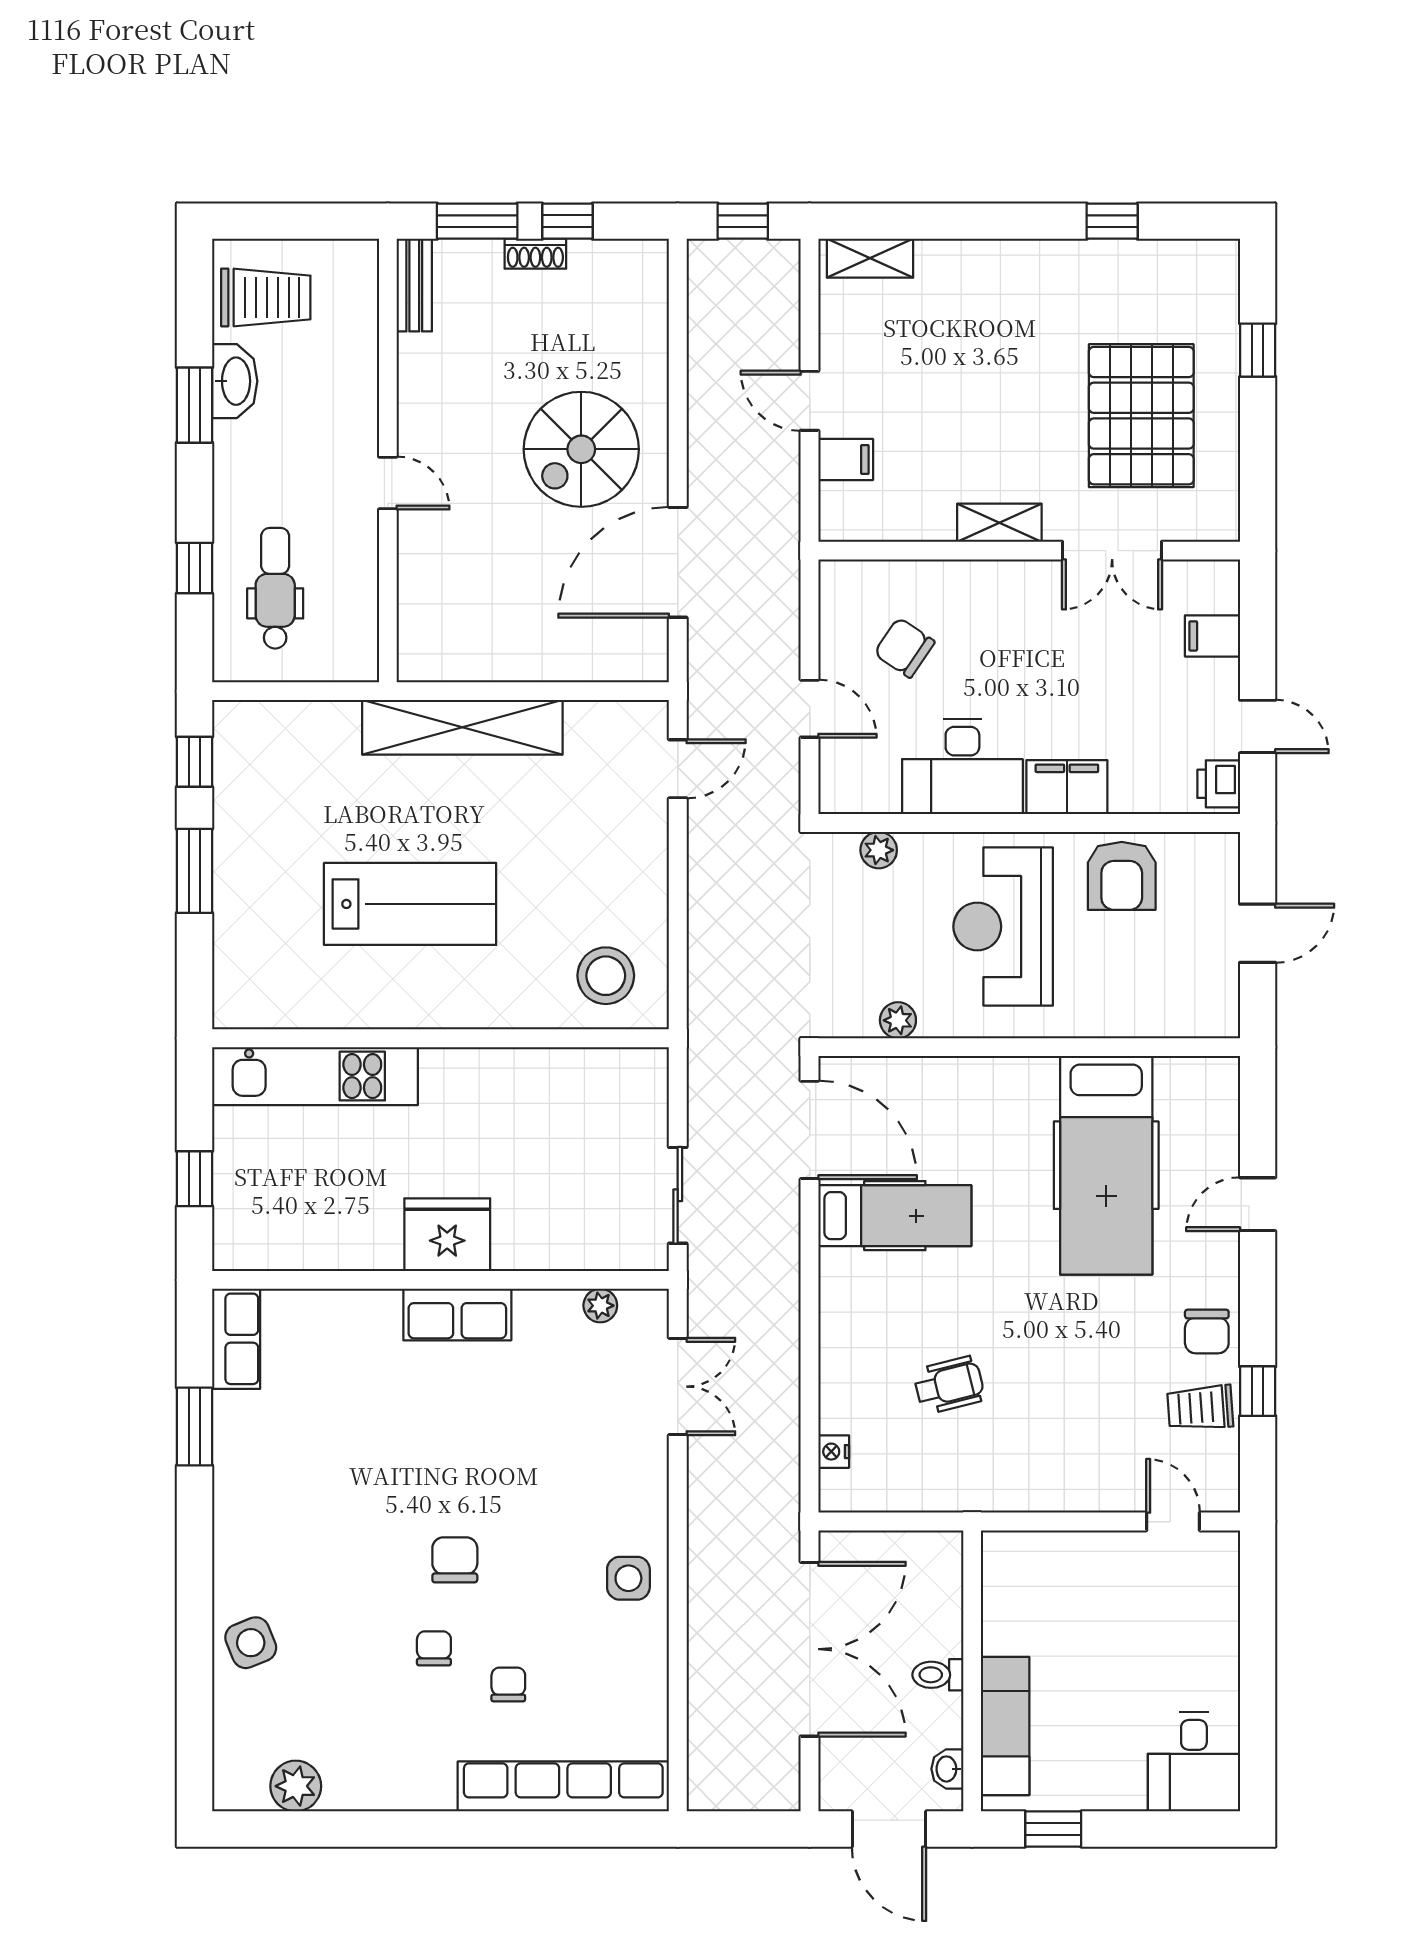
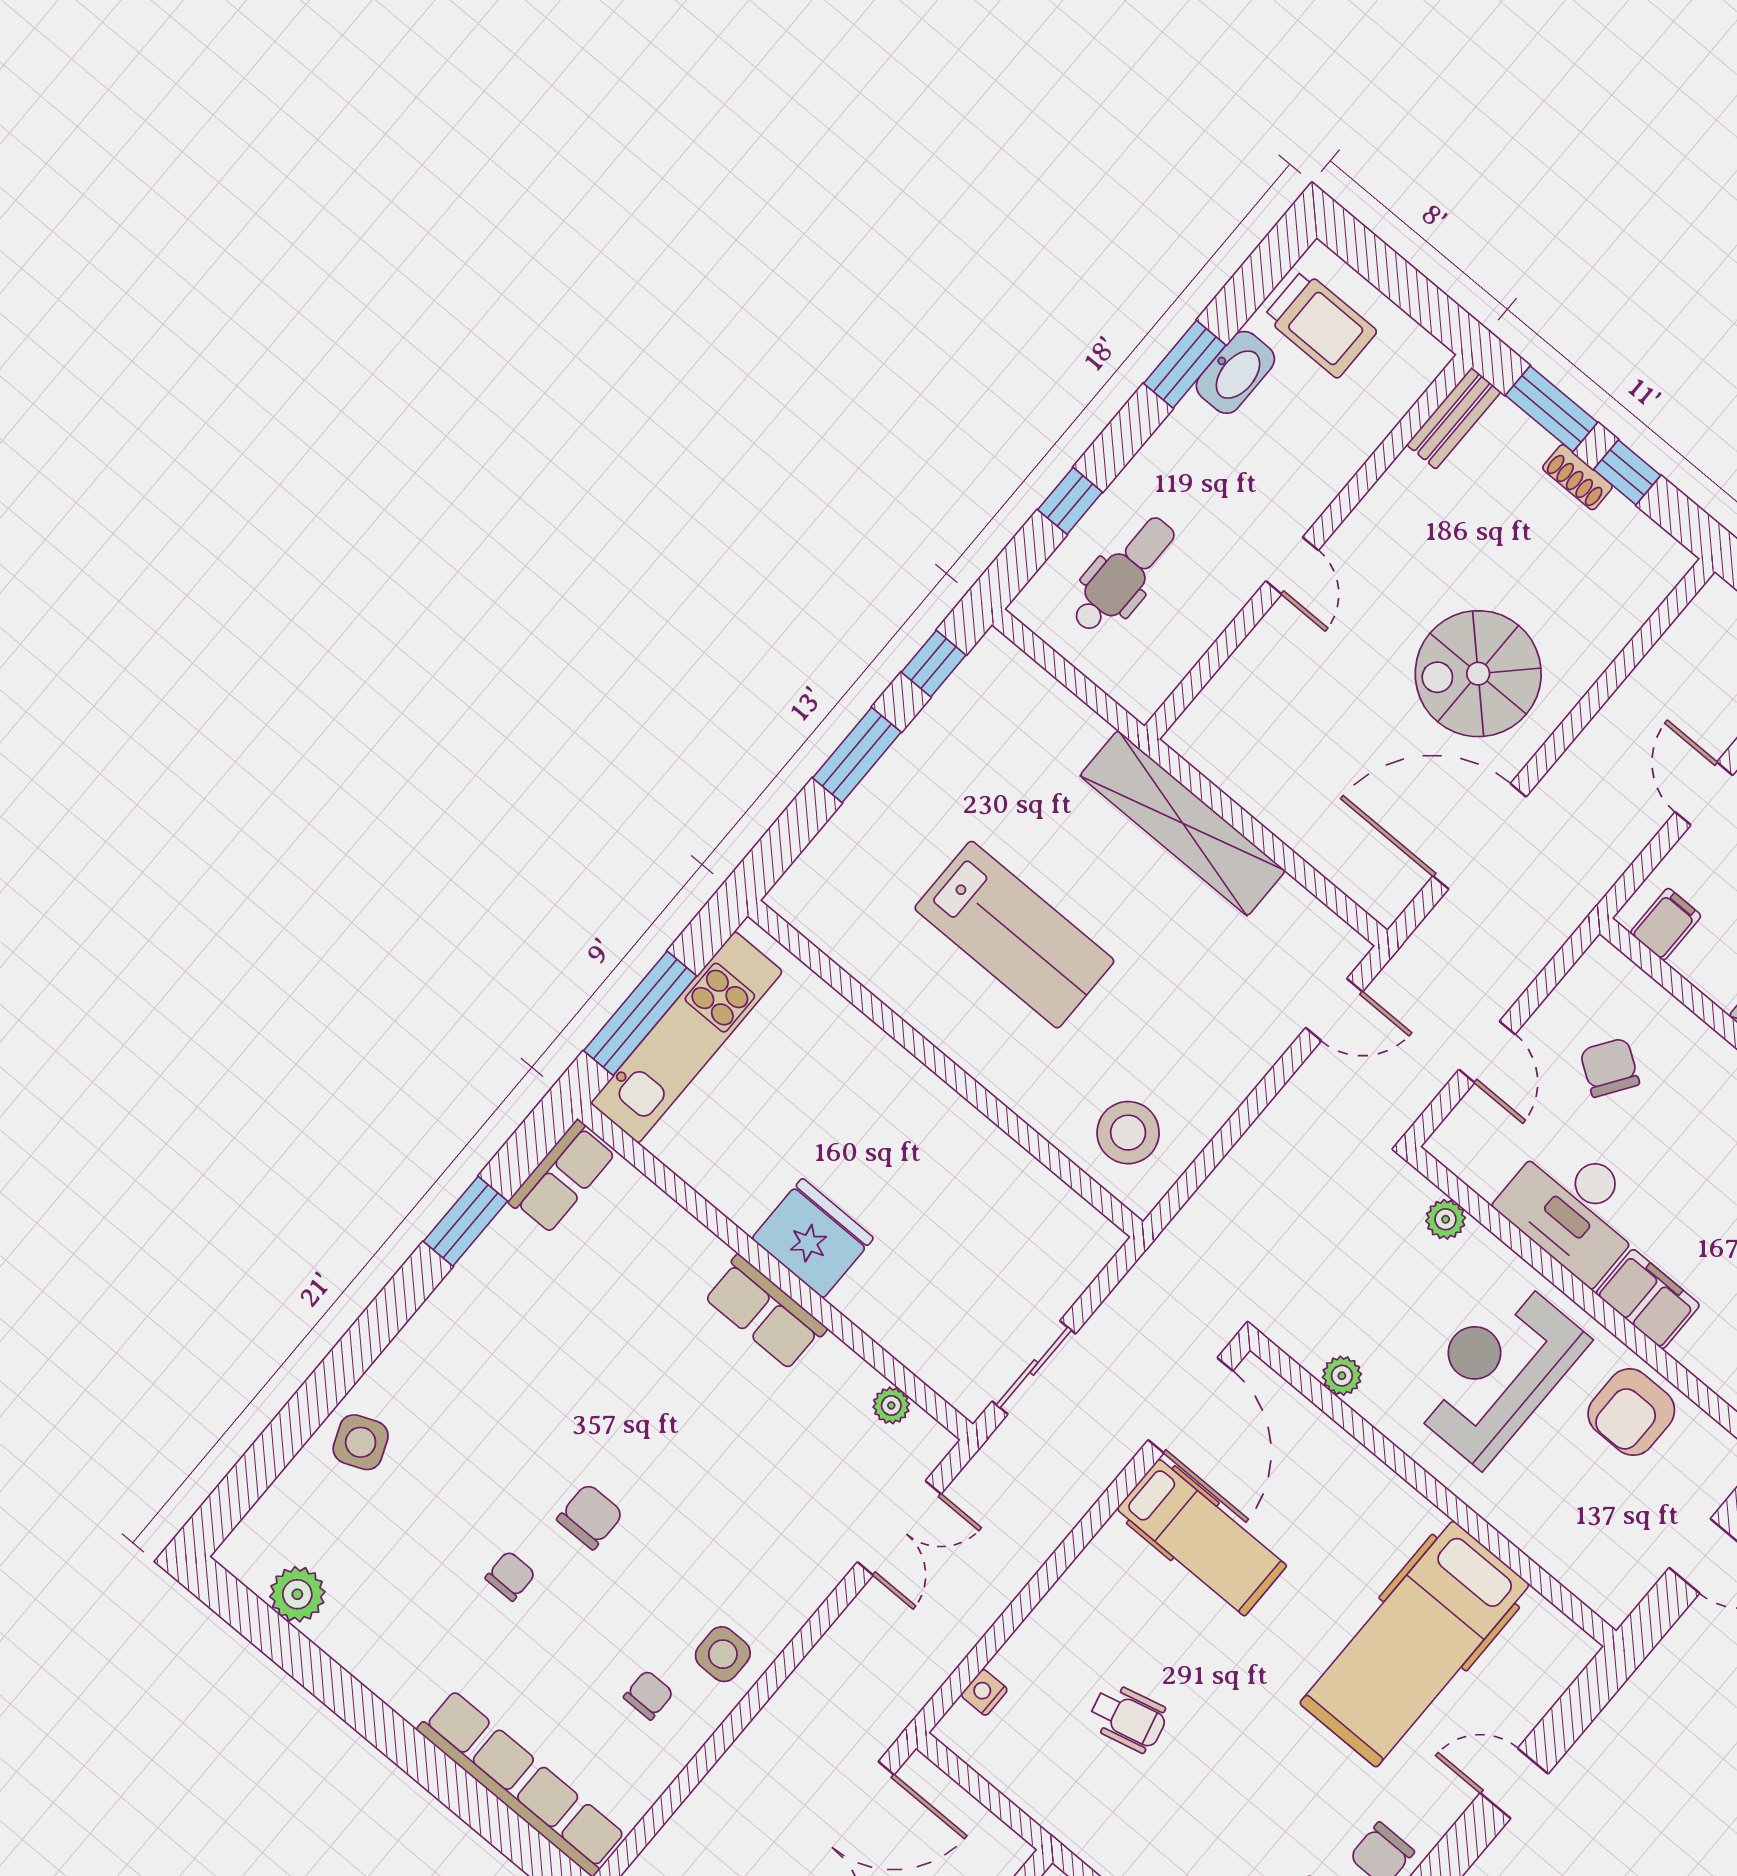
filing cabinet: (846, 459) -> (1666, 924), moved, turned -90
kitchen unit: (315, 1076) -> (687, 1037), moved, turned -90
window: (194, 1179) -> (640, 1013), width x2.17
chair: (508, 1684) -> (649, 1695), moved

